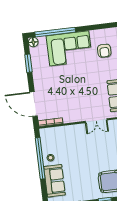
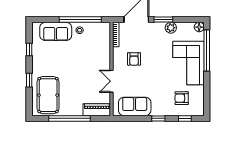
window: (28, 63) -> (163, 20), moved
plant: (37, 70) -> (171, 28), added
armchair: (72, 102) -> (134, 59), added

